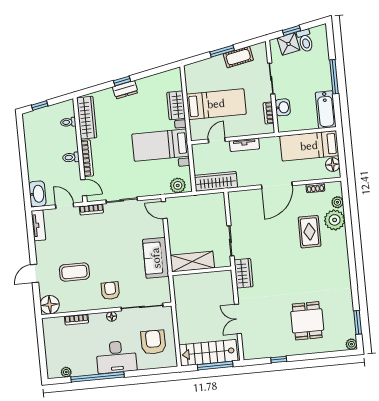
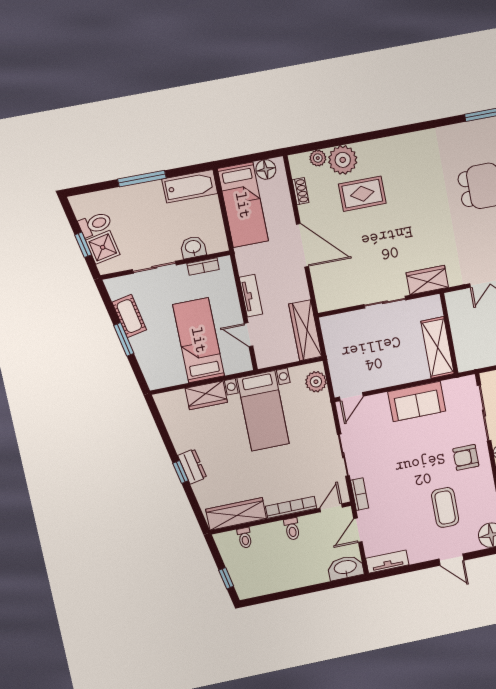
shelving: (192, 262) -> (438, 347), moved
wall: (202, 271) -> (449, 333), moved

